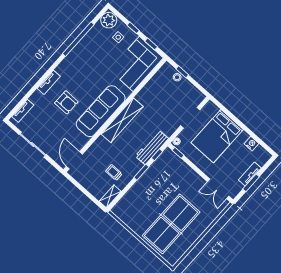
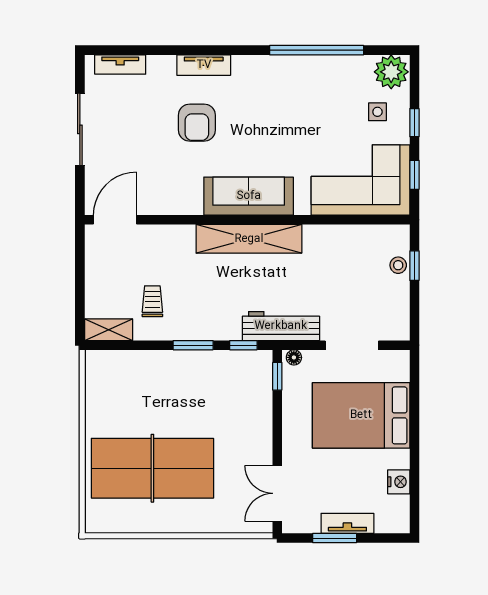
sofa: (101, 111) -> (249, 196), width x0.74, depth x0.79
workbench: (152, 147) -> (281, 326), moved

